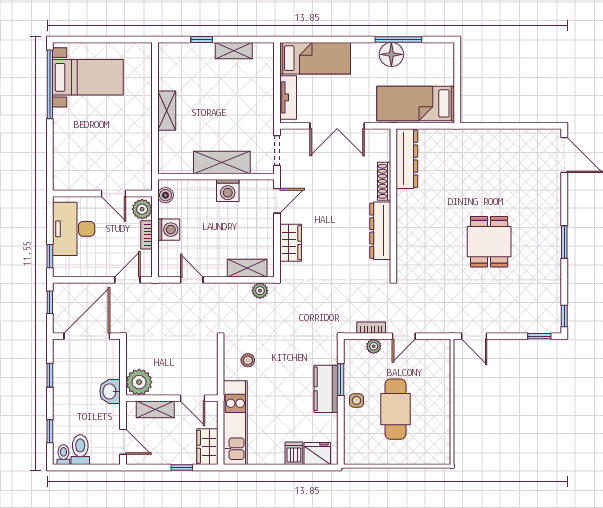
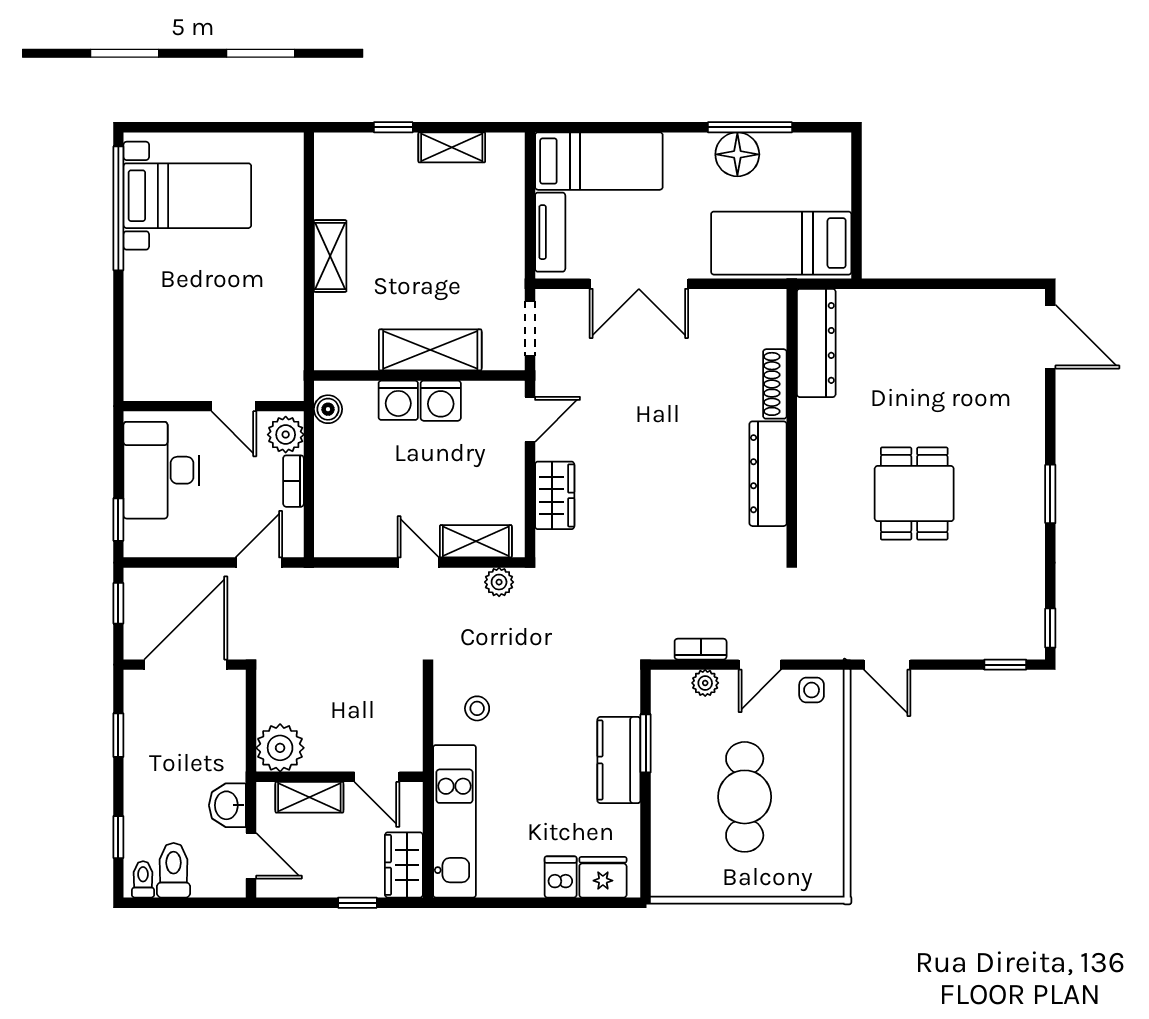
dresser: (407, 159) -> (816, 343), moved
shoe rack: (384, 181) -> (775, 384), moved
wall: (393, 203) -> (792, 423), moved
washing machine: (169, 230) -> (398, 400), moved, turned 90
dresser: (380, 231) -> (768, 474), moved
door: (192, 280) -> (418, 563), moved
washbasin: (110, 391) -> (227, 805), moved
side table: (356, 400) -> (812, 690), moved

